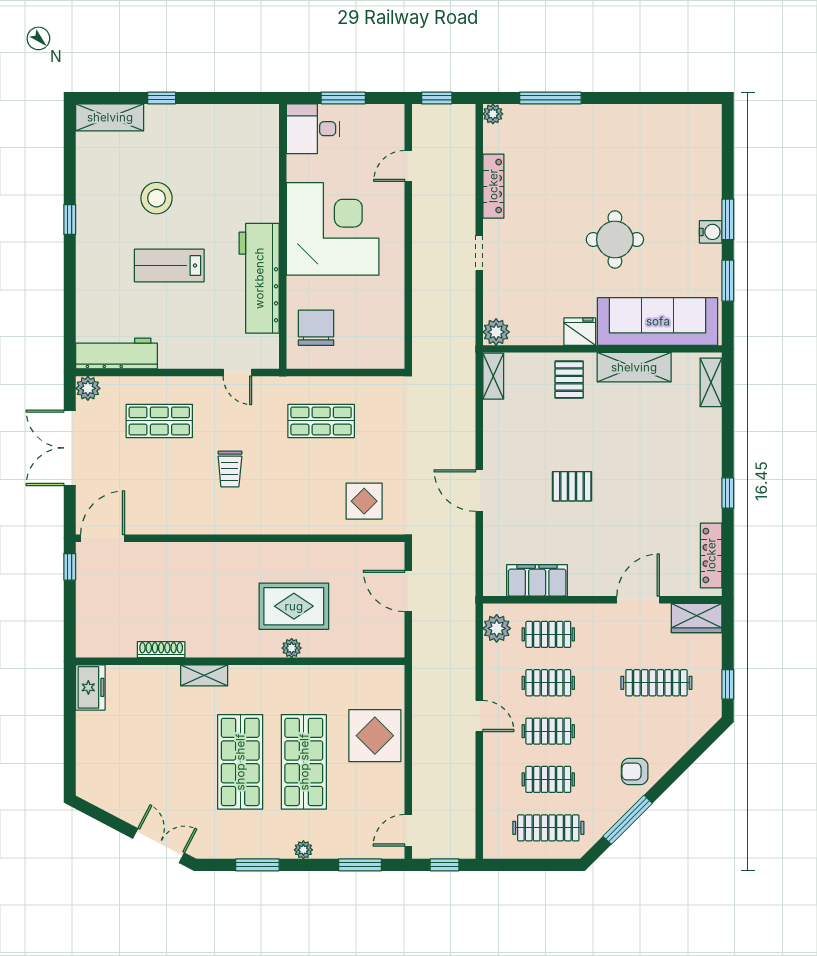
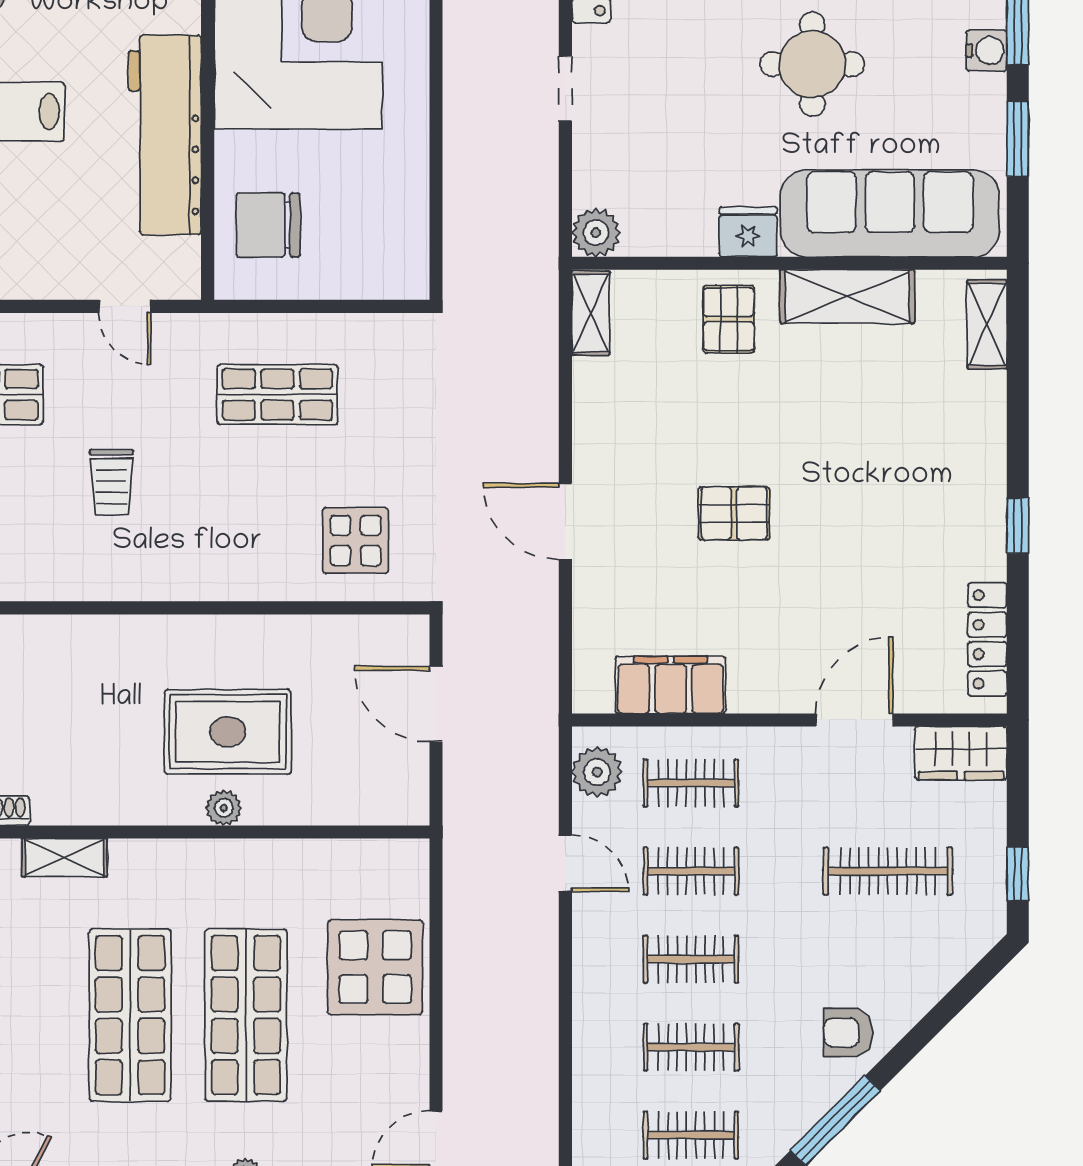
chair: (316, 328) -> (268, 225), turned -90
door: (479, 716) -> (565, 863), moved
clothes rail: (548, 828) -> (691, 1135), width x0.73

